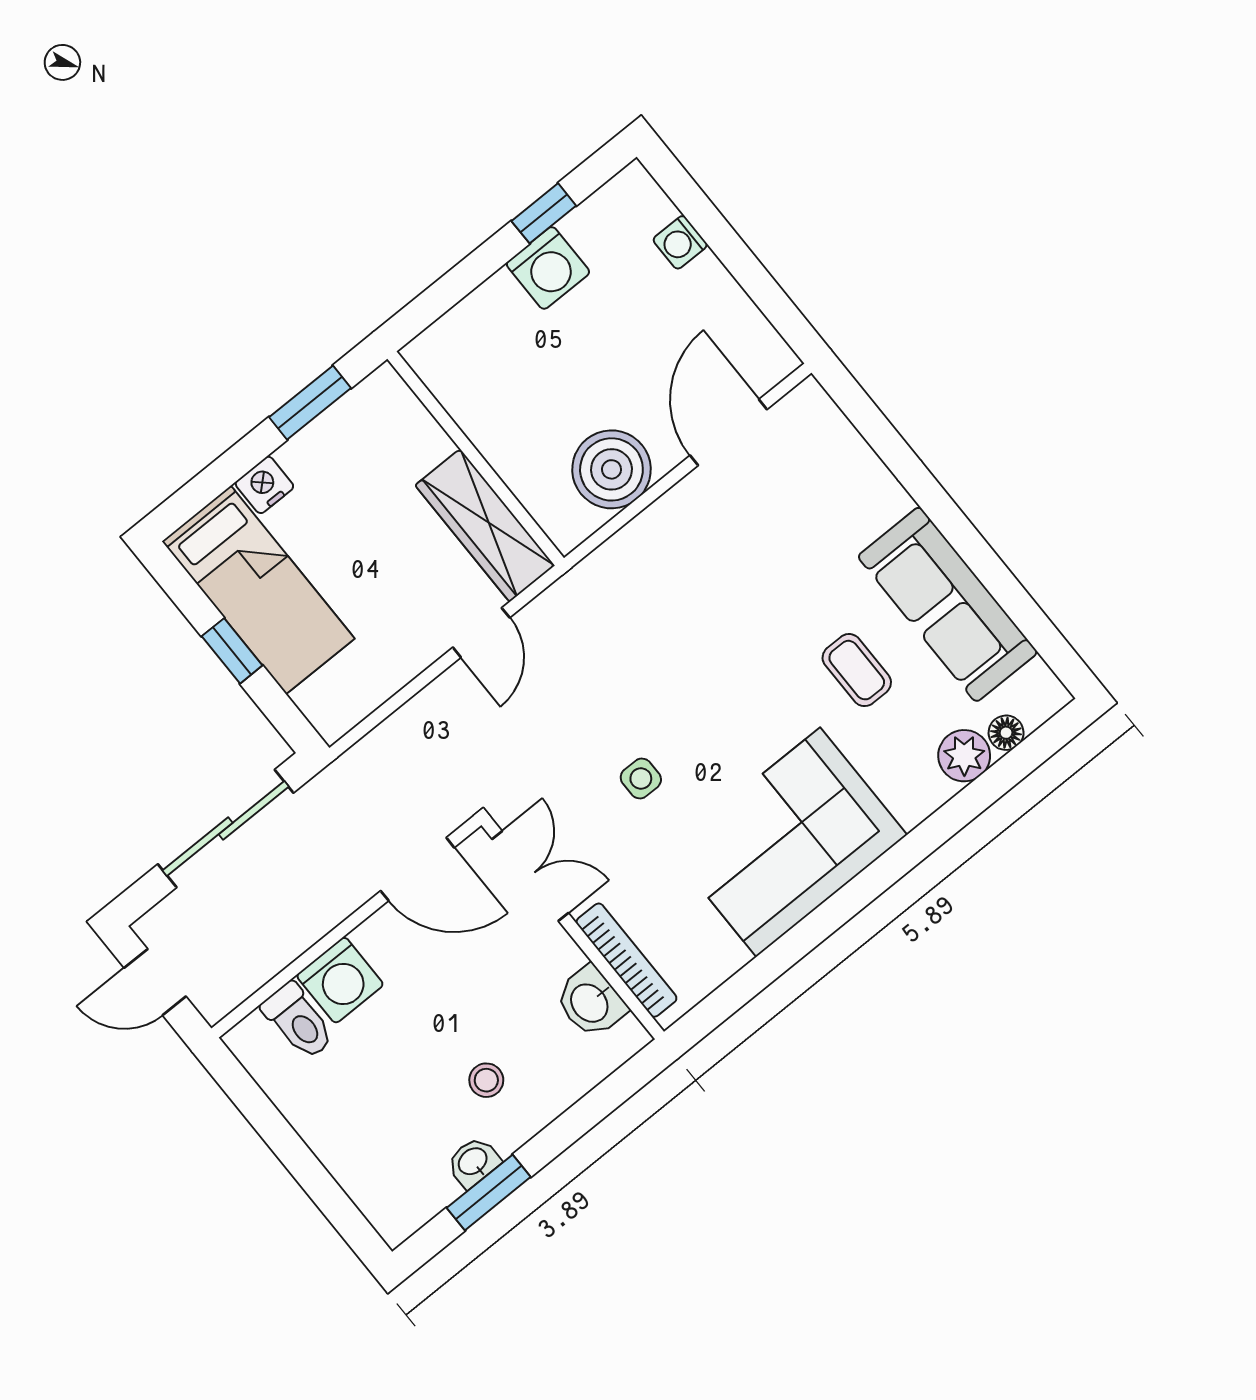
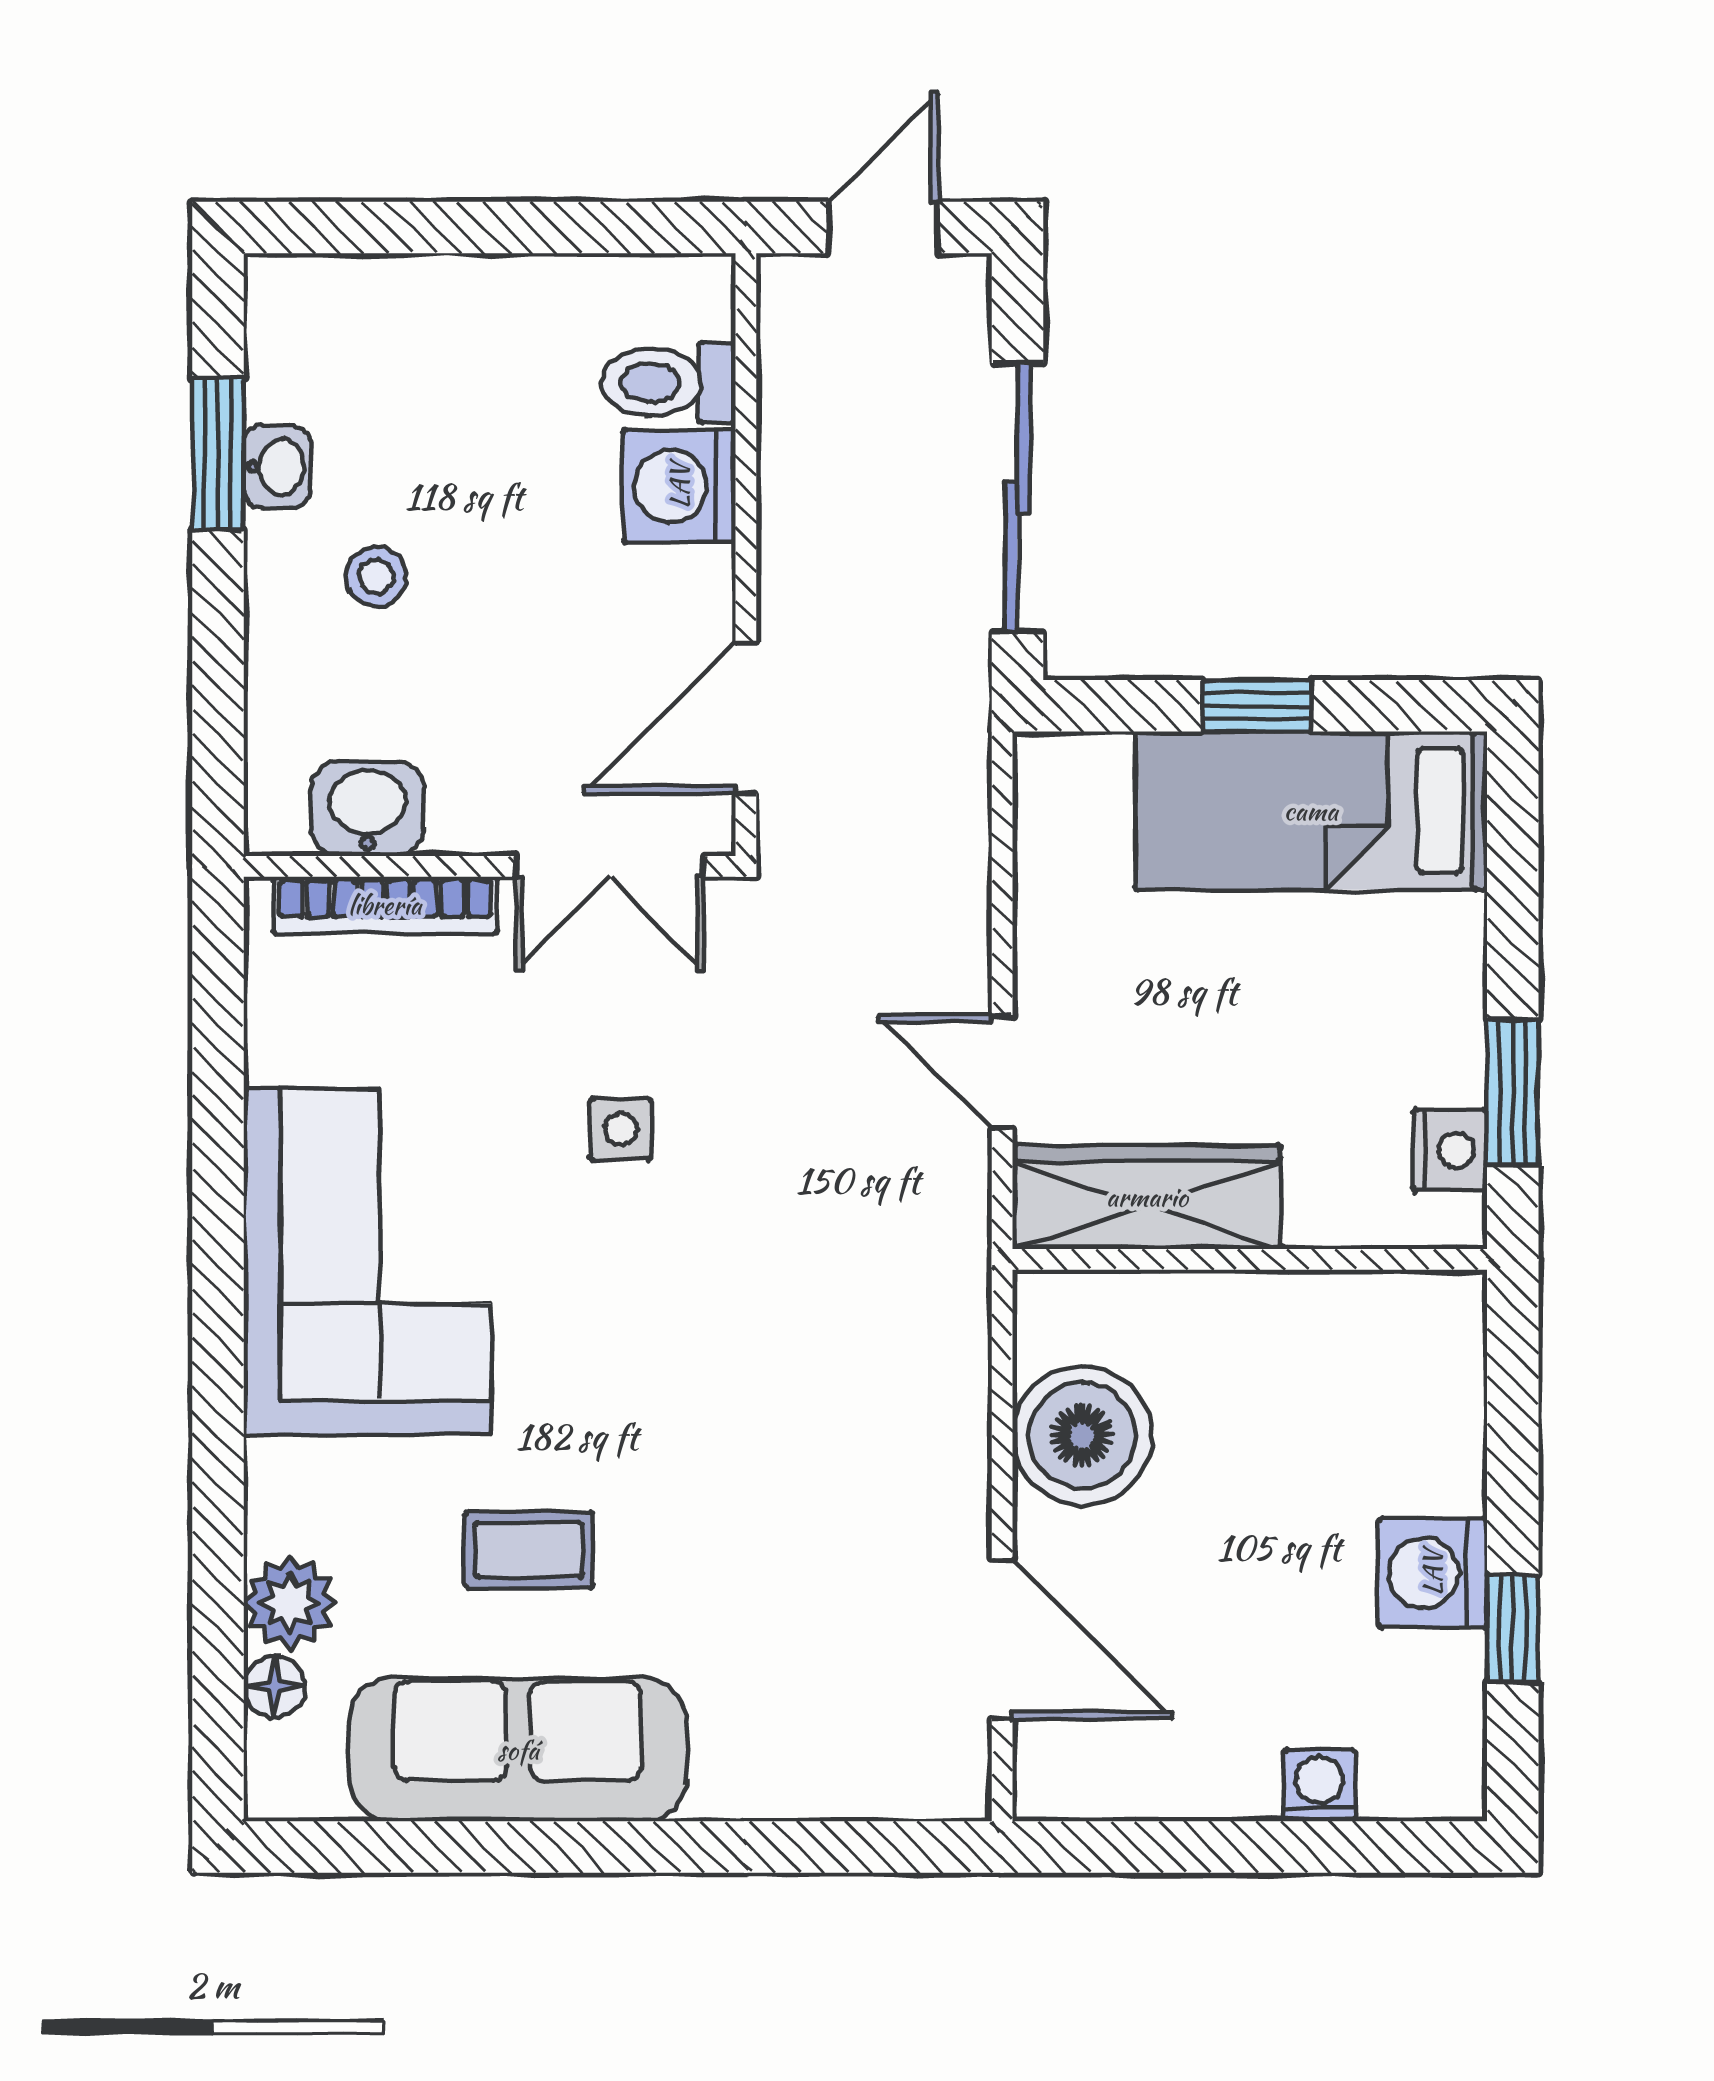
nightstand: (264, 485) -> (1450, 1150), moved

